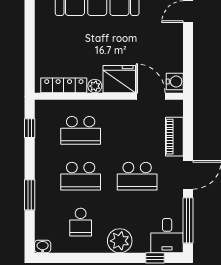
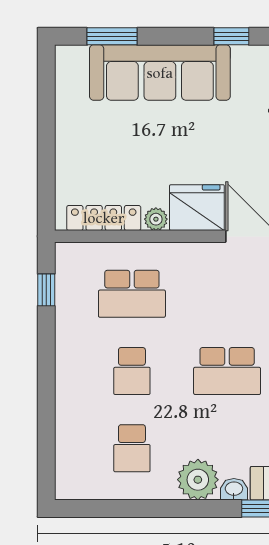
school desk: (81, 176) -> (132, 371), width x0.54
window: (30, 195) -> (46, 402), removed
washbasin: (43, 246) -> (234, 489), moved

